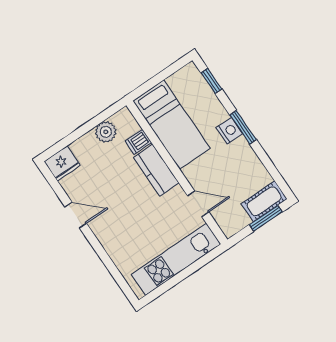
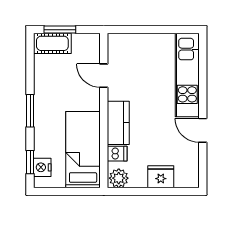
nightstand: (229, 131) -> (42, 167), moved
plant: (106, 132) -> (119, 178), moved
fridge: (62, 163) -> (161, 177), moved
kitchen unit: (176, 259) -> (187, 75), moved, turned 90

